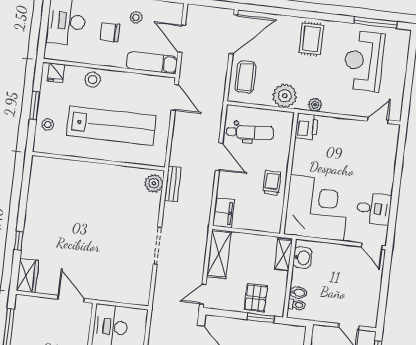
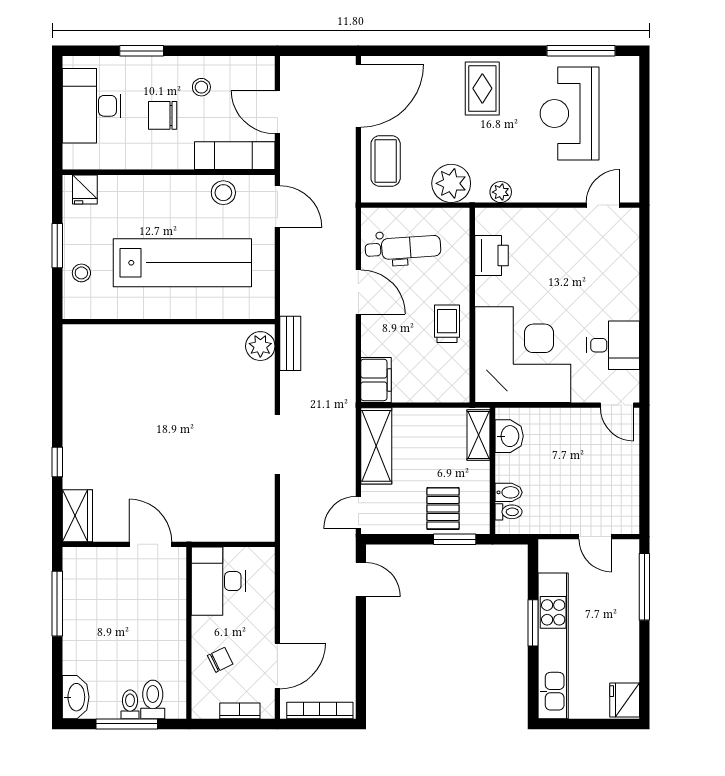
stool: (93, 80) -> (223, 193), moved
printer: (307, 126) -> (491, 255), moved

